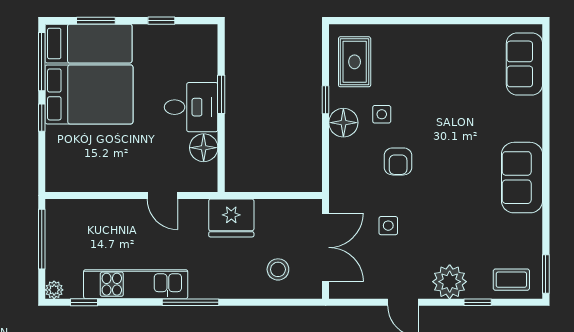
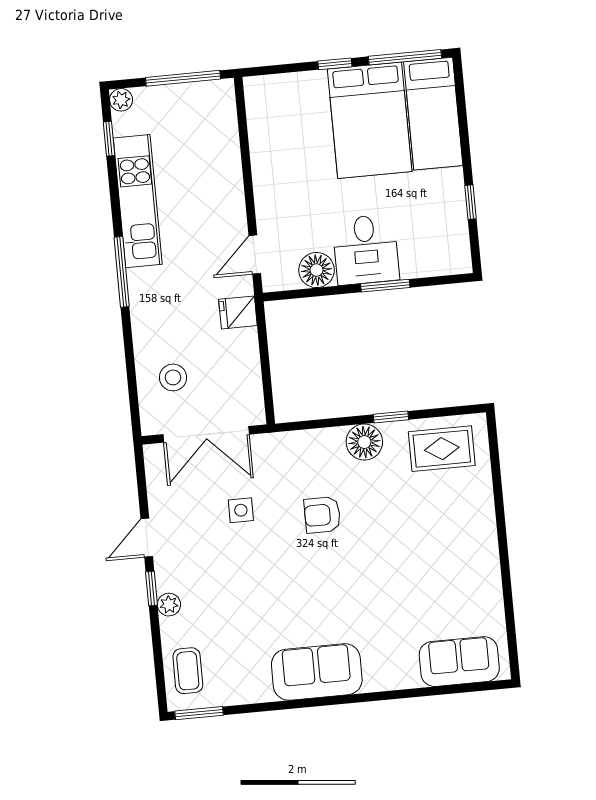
window: (96, 21) -> (463, 120), removed
side table: (382, 114) -> (379, 489), removed
door: (162, 195) -> (255, 255), moved
fridge: (231, 218) -> (238, 312), width x0.53, depth x0.75
plant: (450, 282) -> (169, 605), width x0.53, depth x0.53
window: (478, 302) -> (152, 589), moved

